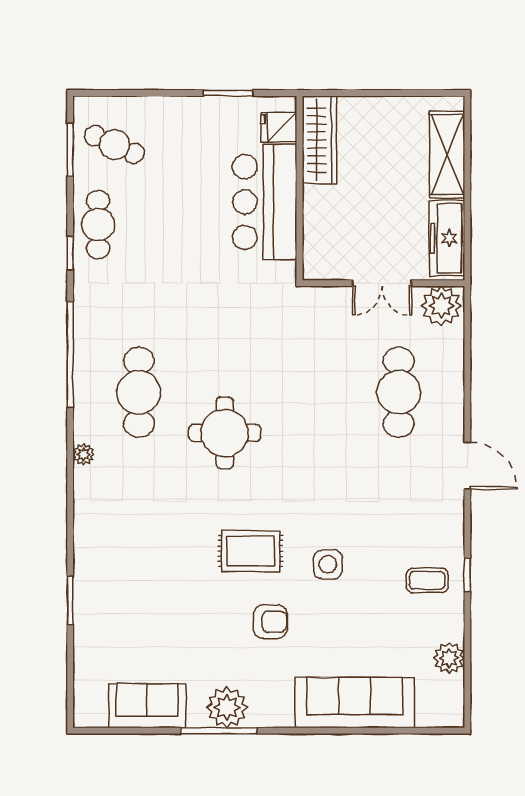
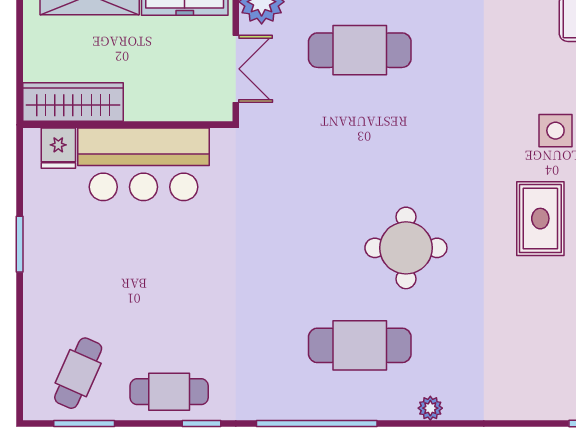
fridge: (279, 127) -> (58, 148), moved
wardrobe: (319, 140) -> (73, 102), moved
wall: (300, 188) -> (128, 125), moved
bar counter: (265, 202) -> (143, 164), moved

